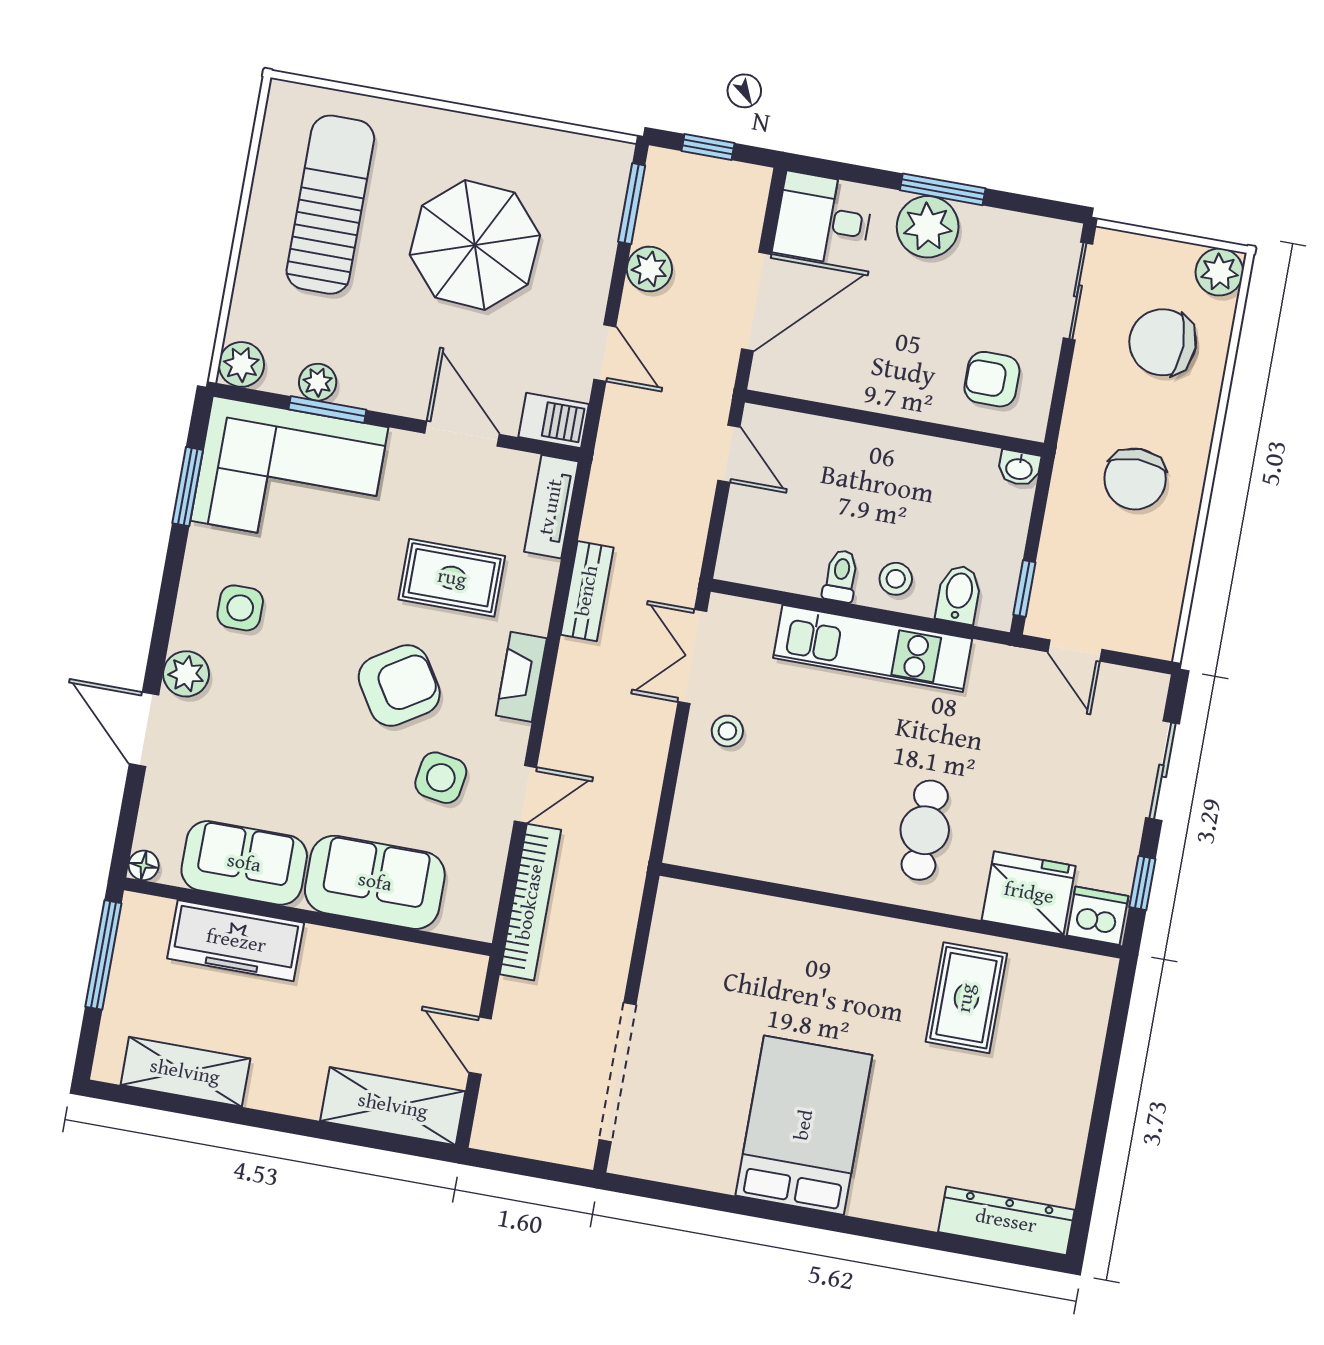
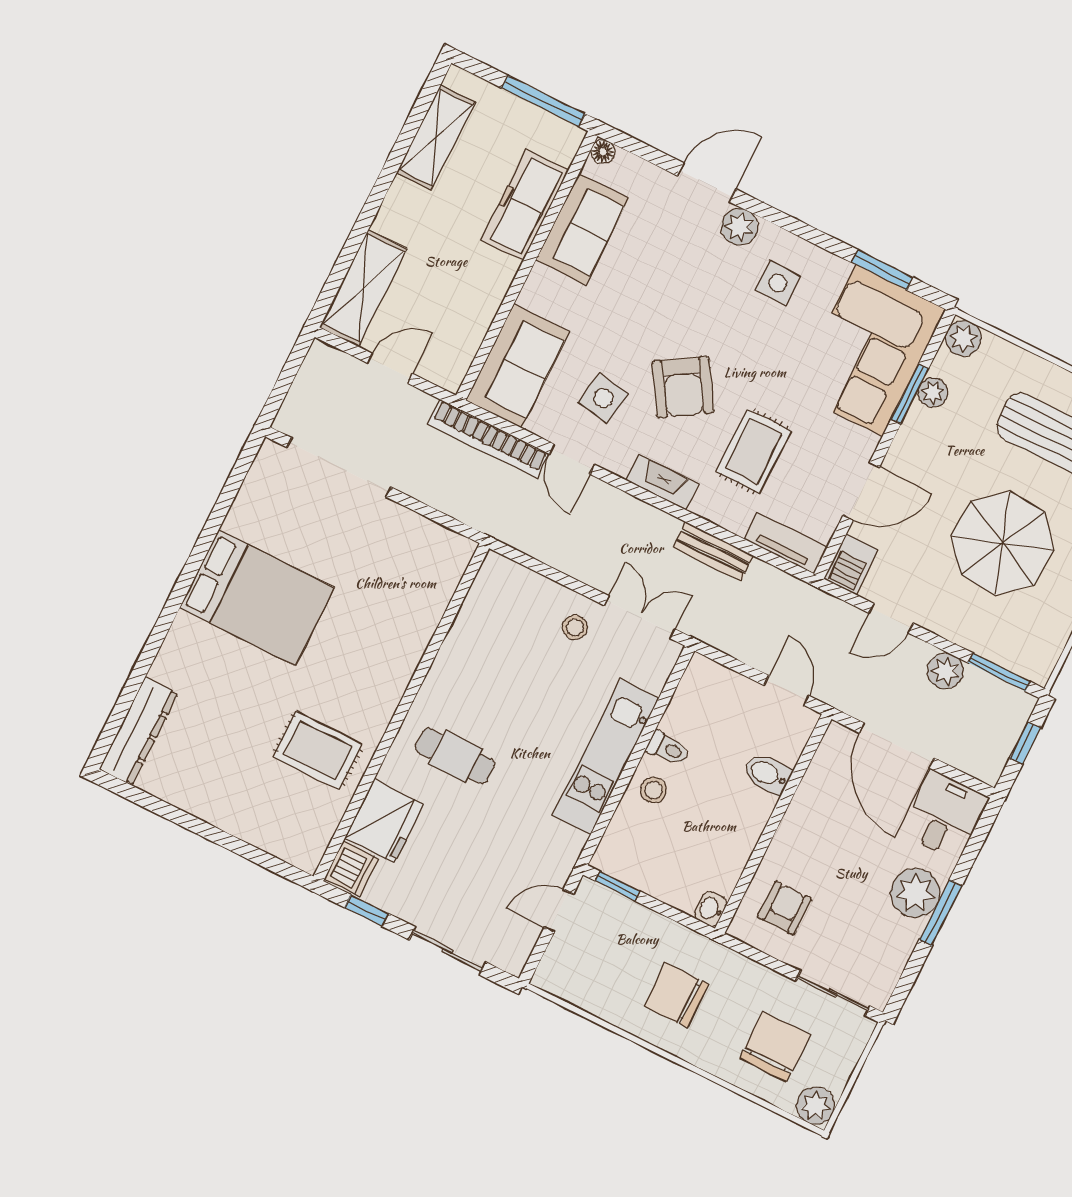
door: (729, 454) -> (786, 690), swing flipped
bidet: (959, 594) -> (767, 774), moved, turned 180
sofa: (375, 882) -> (518, 366), moved

